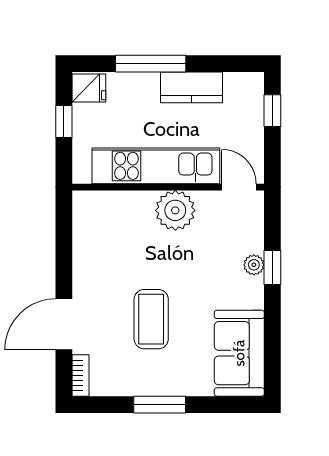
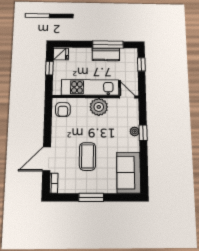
window: (151, 64) -> (108, 45), moved
armchair: (96, 217) -> (63, 110), added

